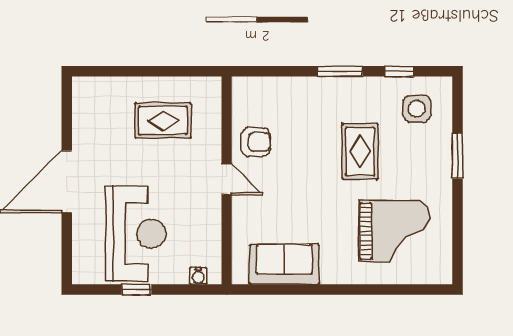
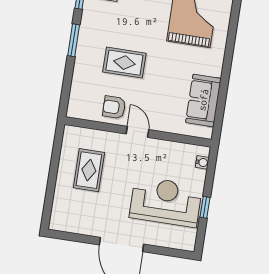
armchair: (256, 142) -> (114, 107), turned -90
rug: (360, 151) -> (124, 63), moved
door: (227, 180) -> (138, 132), hinge flipped

